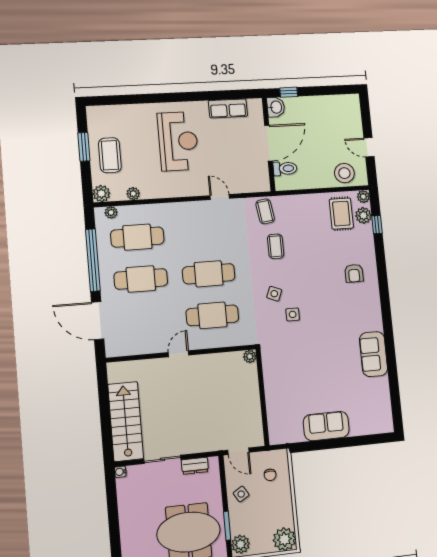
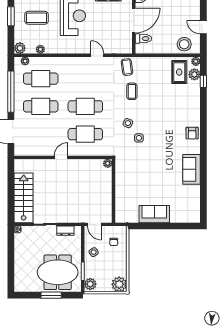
coffee table: (110, 155) -> (36, 18), moved, turned 90
armchair: (354, 273) -> (192, 133), moved

